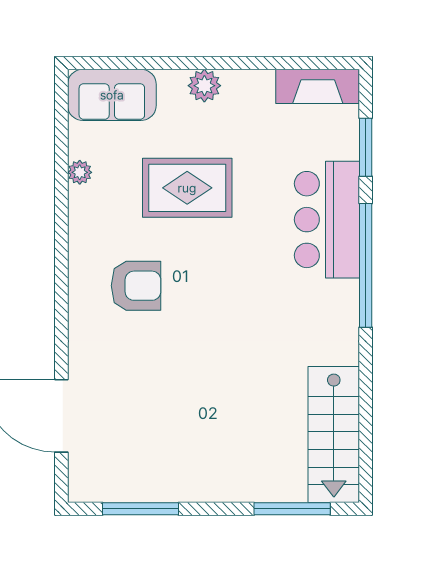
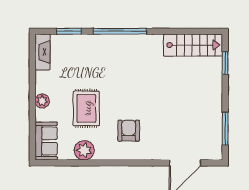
plant: (80, 172) -> (84, 150), width x1.88, depth x1.88
bar counter: (327, 220) -> (100, 48), removed
window: (292, 509) -> (225, 63), width x0.69

